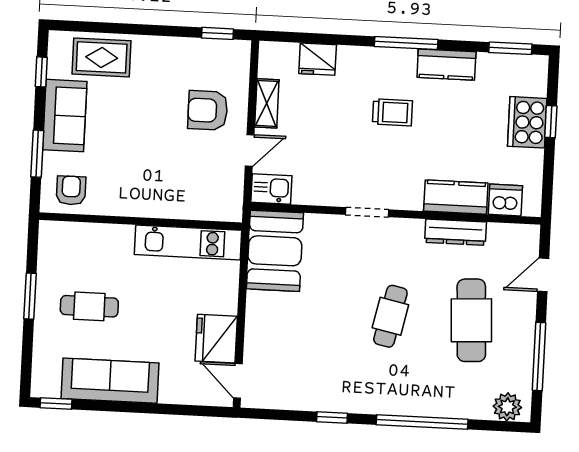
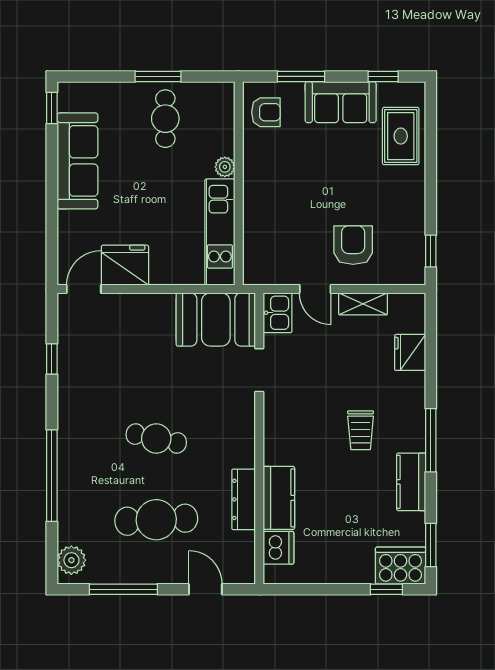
cooker: (527, 122) -> (400, 566), moved
window: (551, 122) -> (386, 589), moved
doorway: (367, 212) -> (259, 370), moved
plant: (123, 234) -> (225, 167), added
cafe table: (89, 306) -> (165, 119), moved
window: (332, 417) -> (52, 359), moved

